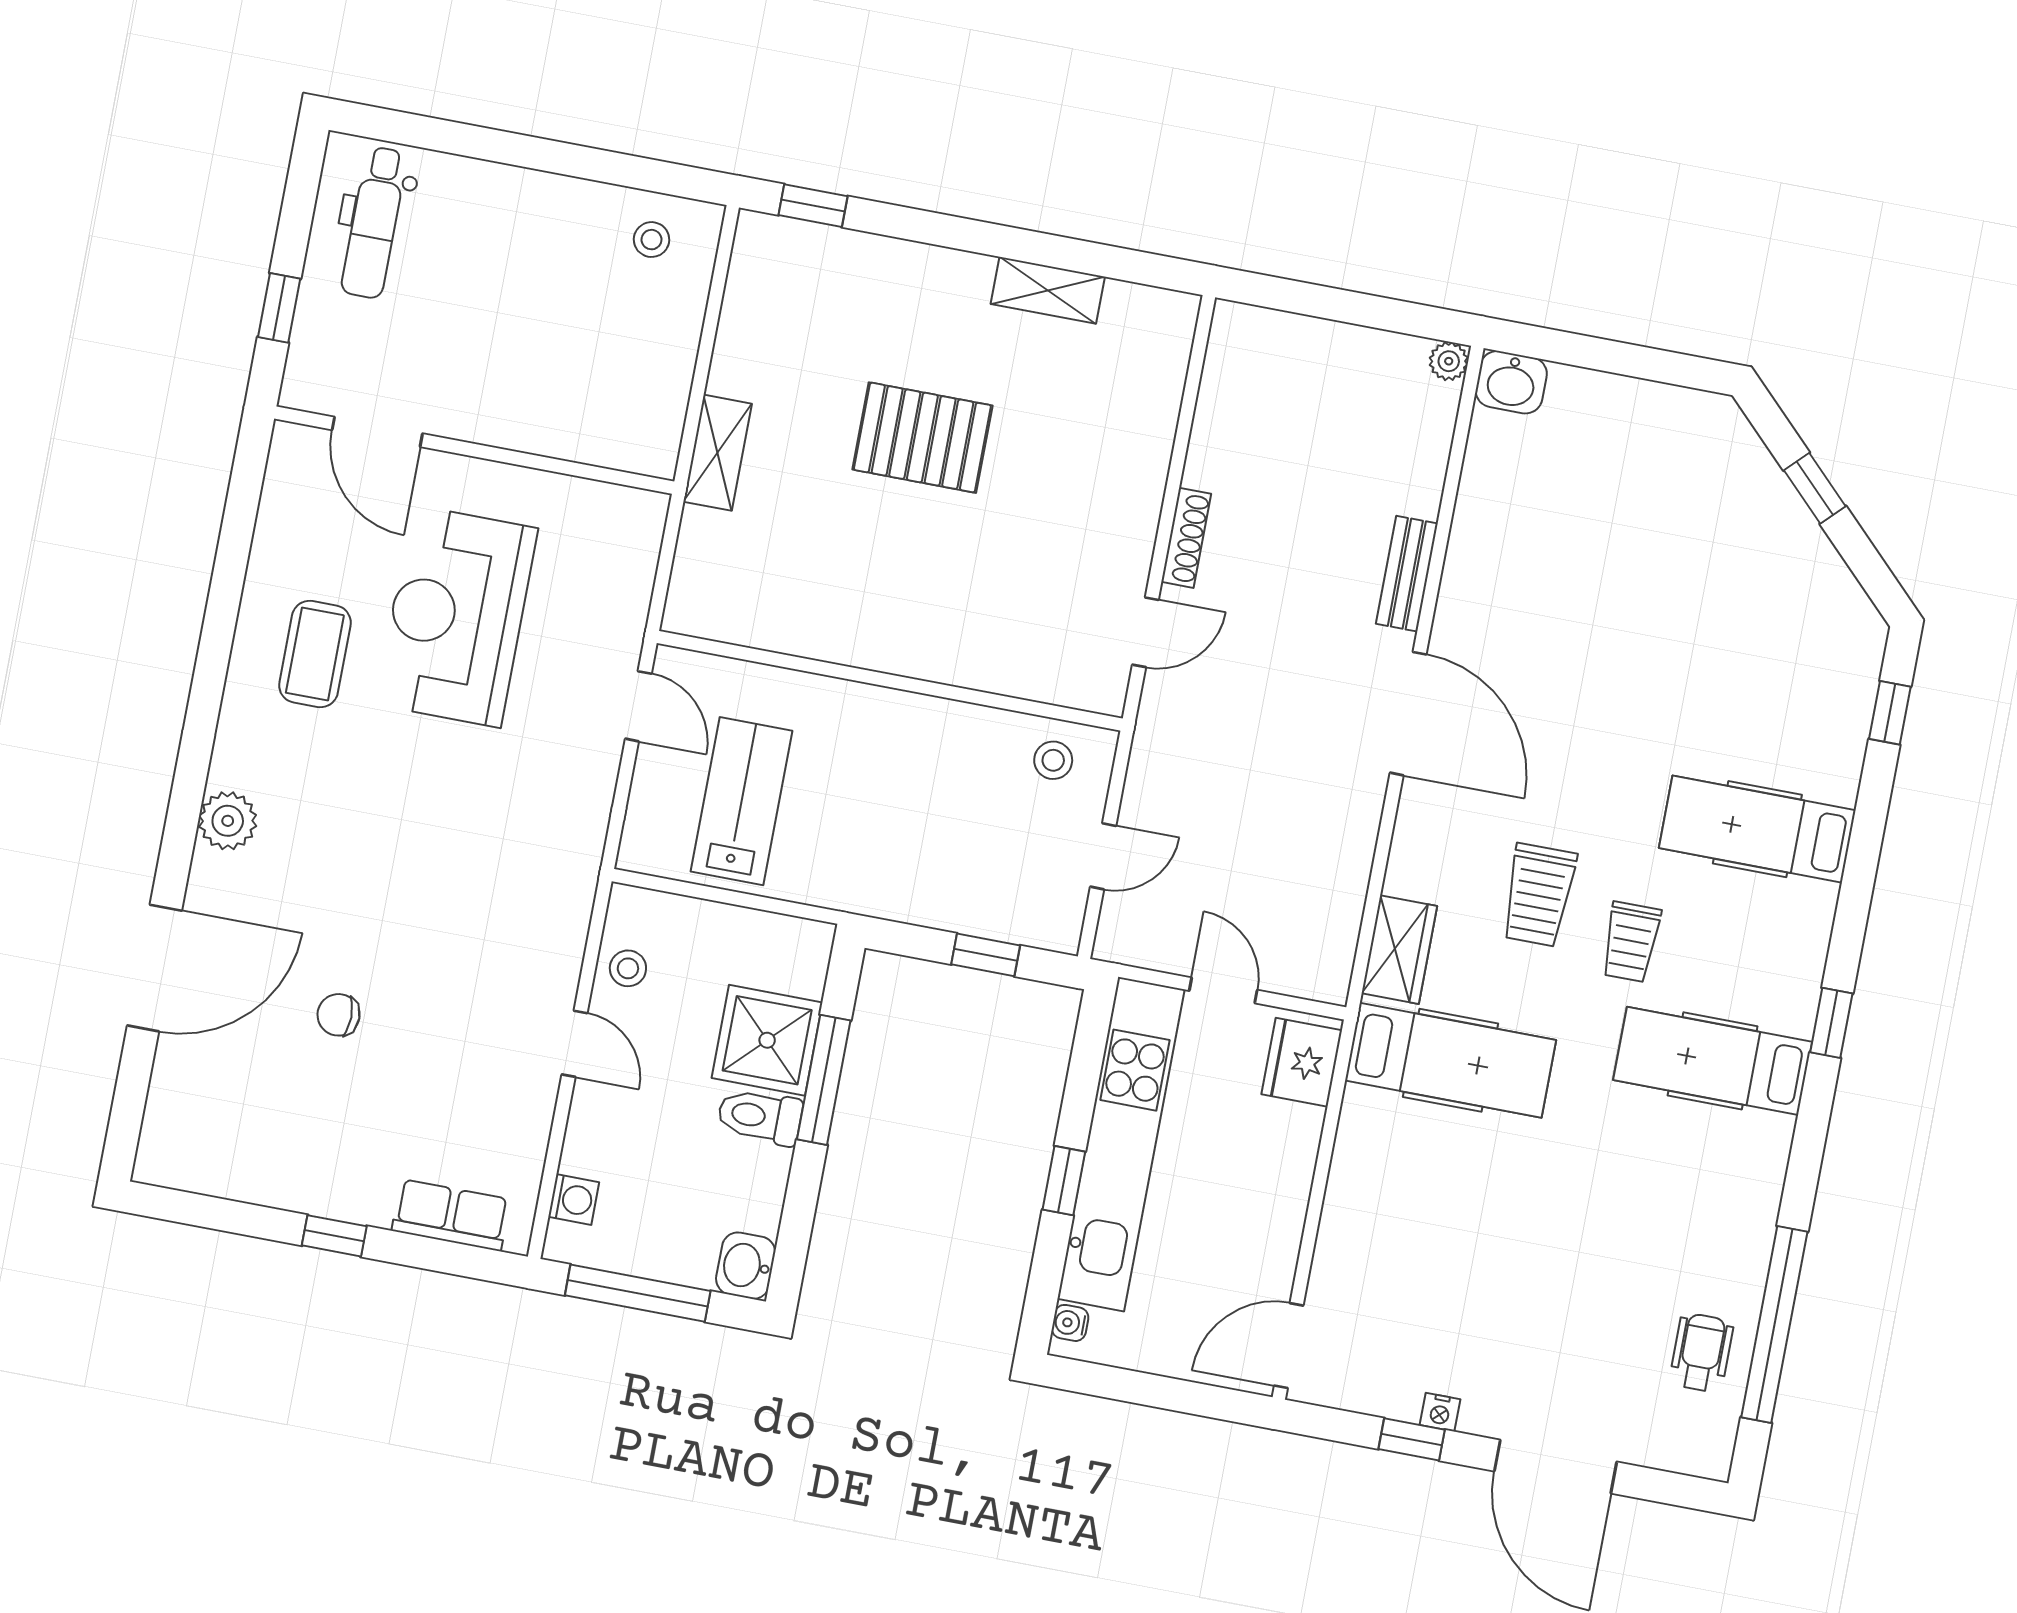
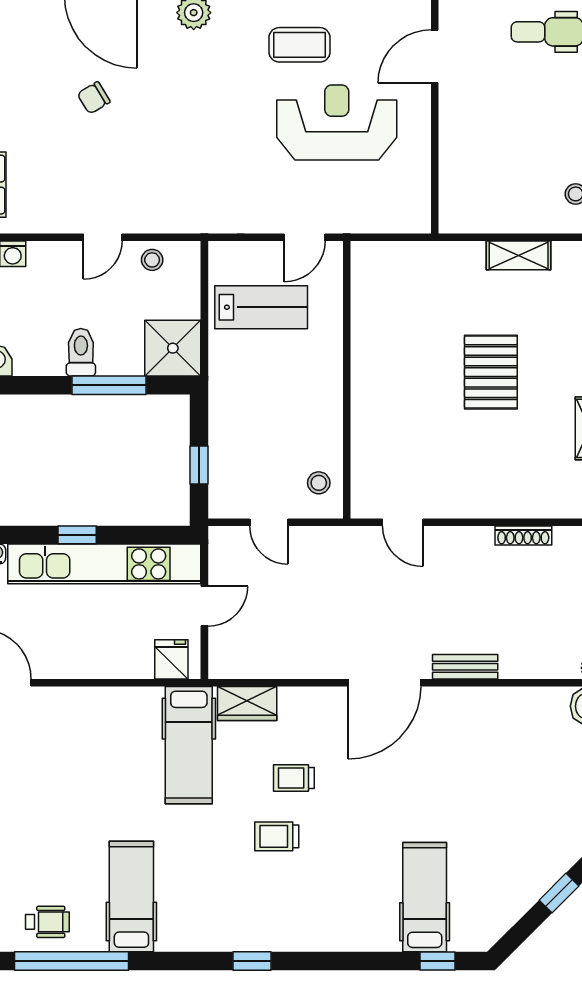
shelving: (718, 453) -> (519, 255), moved
shoe rack: (1186, 538) -> (523, 535), moved
hospital bed: (1757, 829) -> (425, 897), moved
trolley: (1539, 895) -> (294, 778), width x0.73, depth x0.72
chair: (339, 1015) -> (94, 98), turned -121
shower: (767, 1040) -> (173, 348), moved
hospital bed: (1713, 1061) -> (131, 897), moved
fridge: (1302, 1062) -> (171, 659), width x0.72

